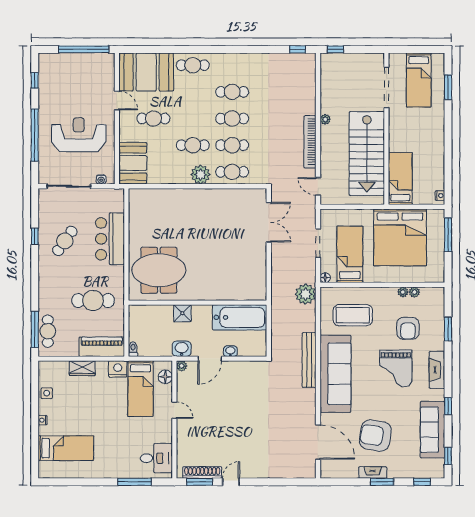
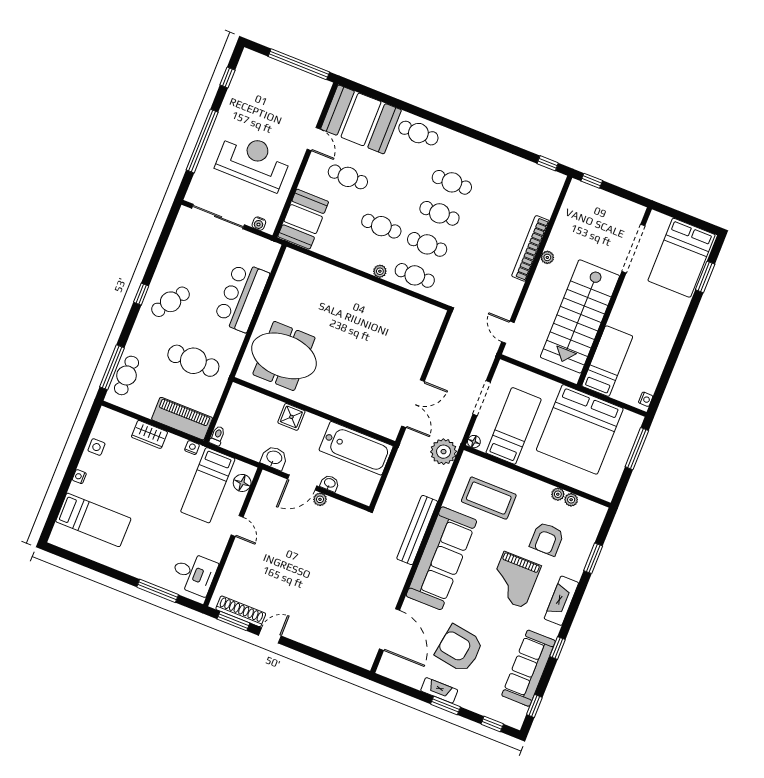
bed: (419, 80) -> (682, 258), width x1.50
bookcase: (310, 142) -> (530, 248), moved
plant: (201, 175) -> (380, 271), width x0.53, depth x0.53
double door: (269, 222) -> (413, 404), moved
window: (35, 236) -> (141, 294), moved
cafe table: (65, 241) -> (171, 302), moved
plant: (182, 366) -> (320, 499), moved
nightstand: (118, 369) -> (192, 448), width x0.53, depth x0.56

